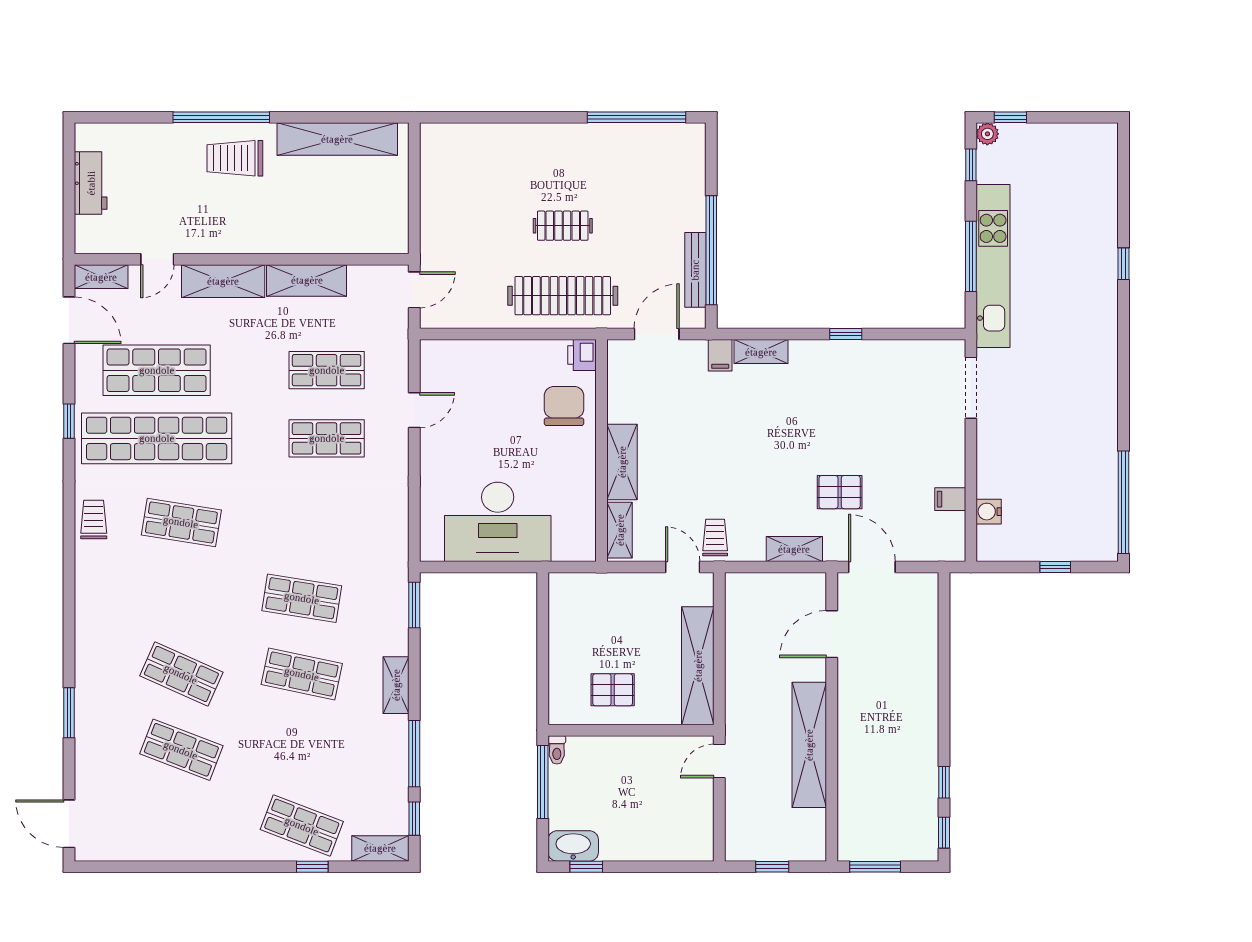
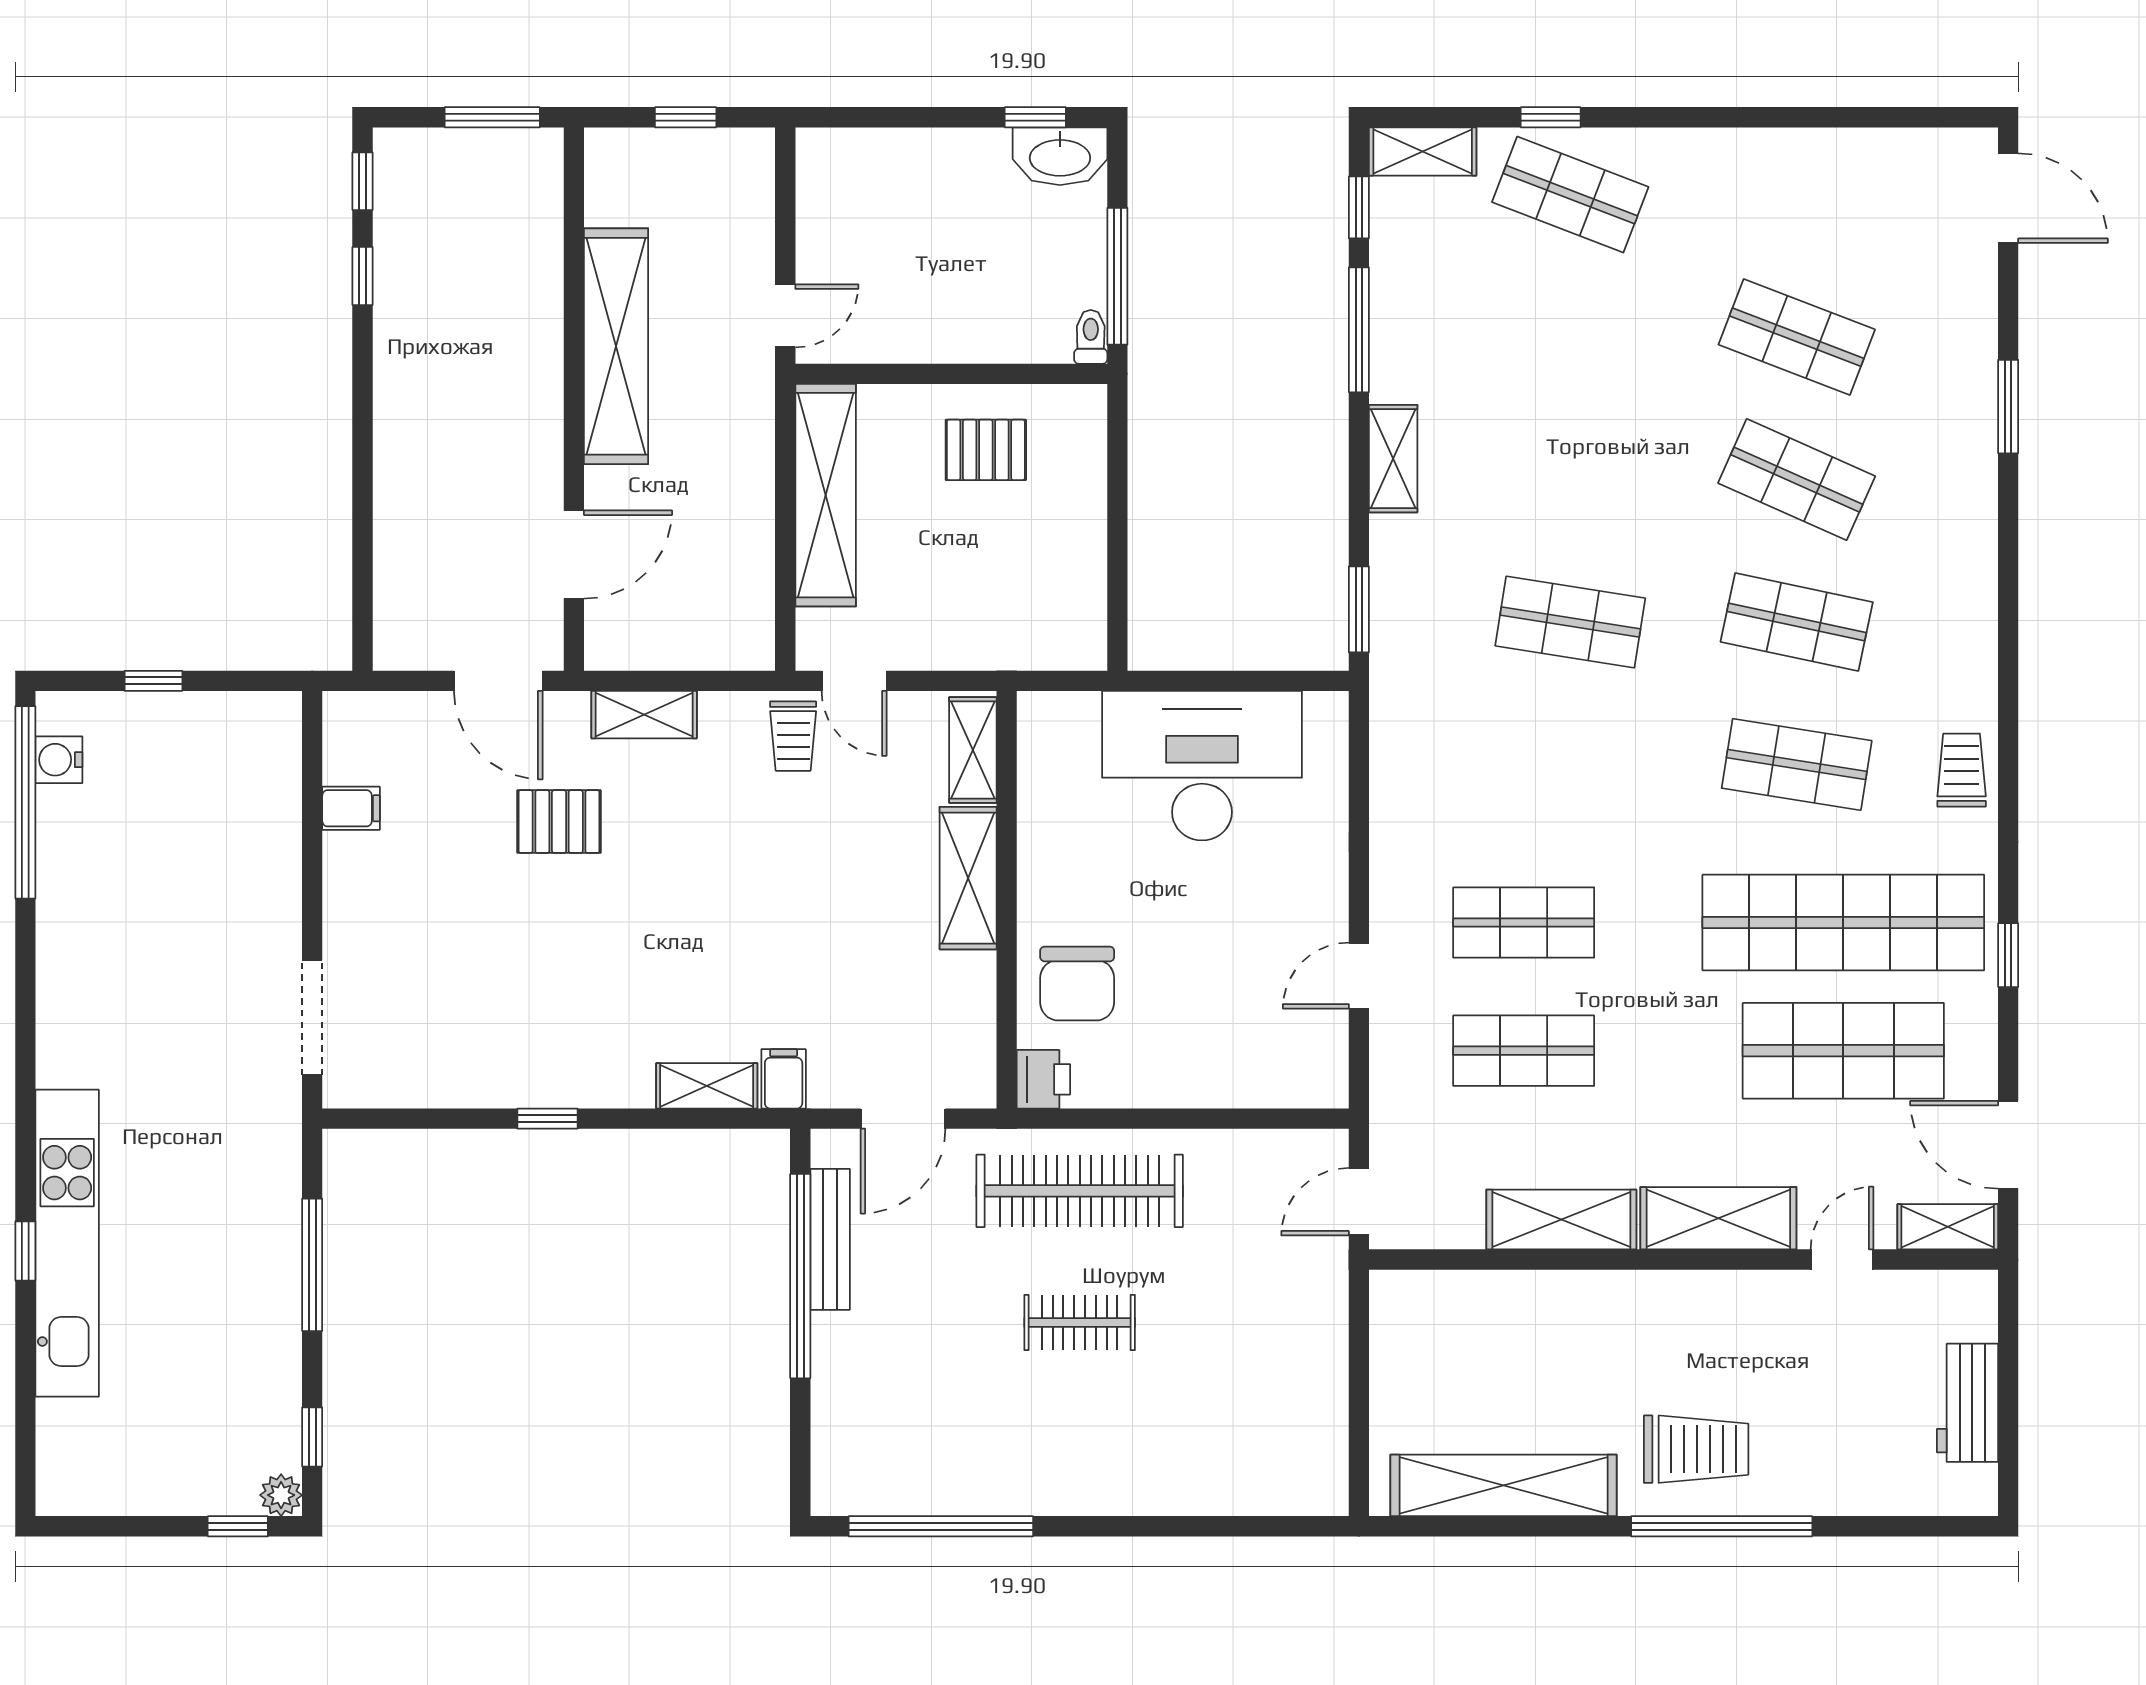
kitchen unit: (993, 266) -> (67, 1243), moved, turned 180
water cooler: (989, 512) -> (59, 760), moved, turned 180
trolley: (94, 519) -> (1962, 770), turned 180
shop shelf: (302, 674) -> (1797, 622), moved

